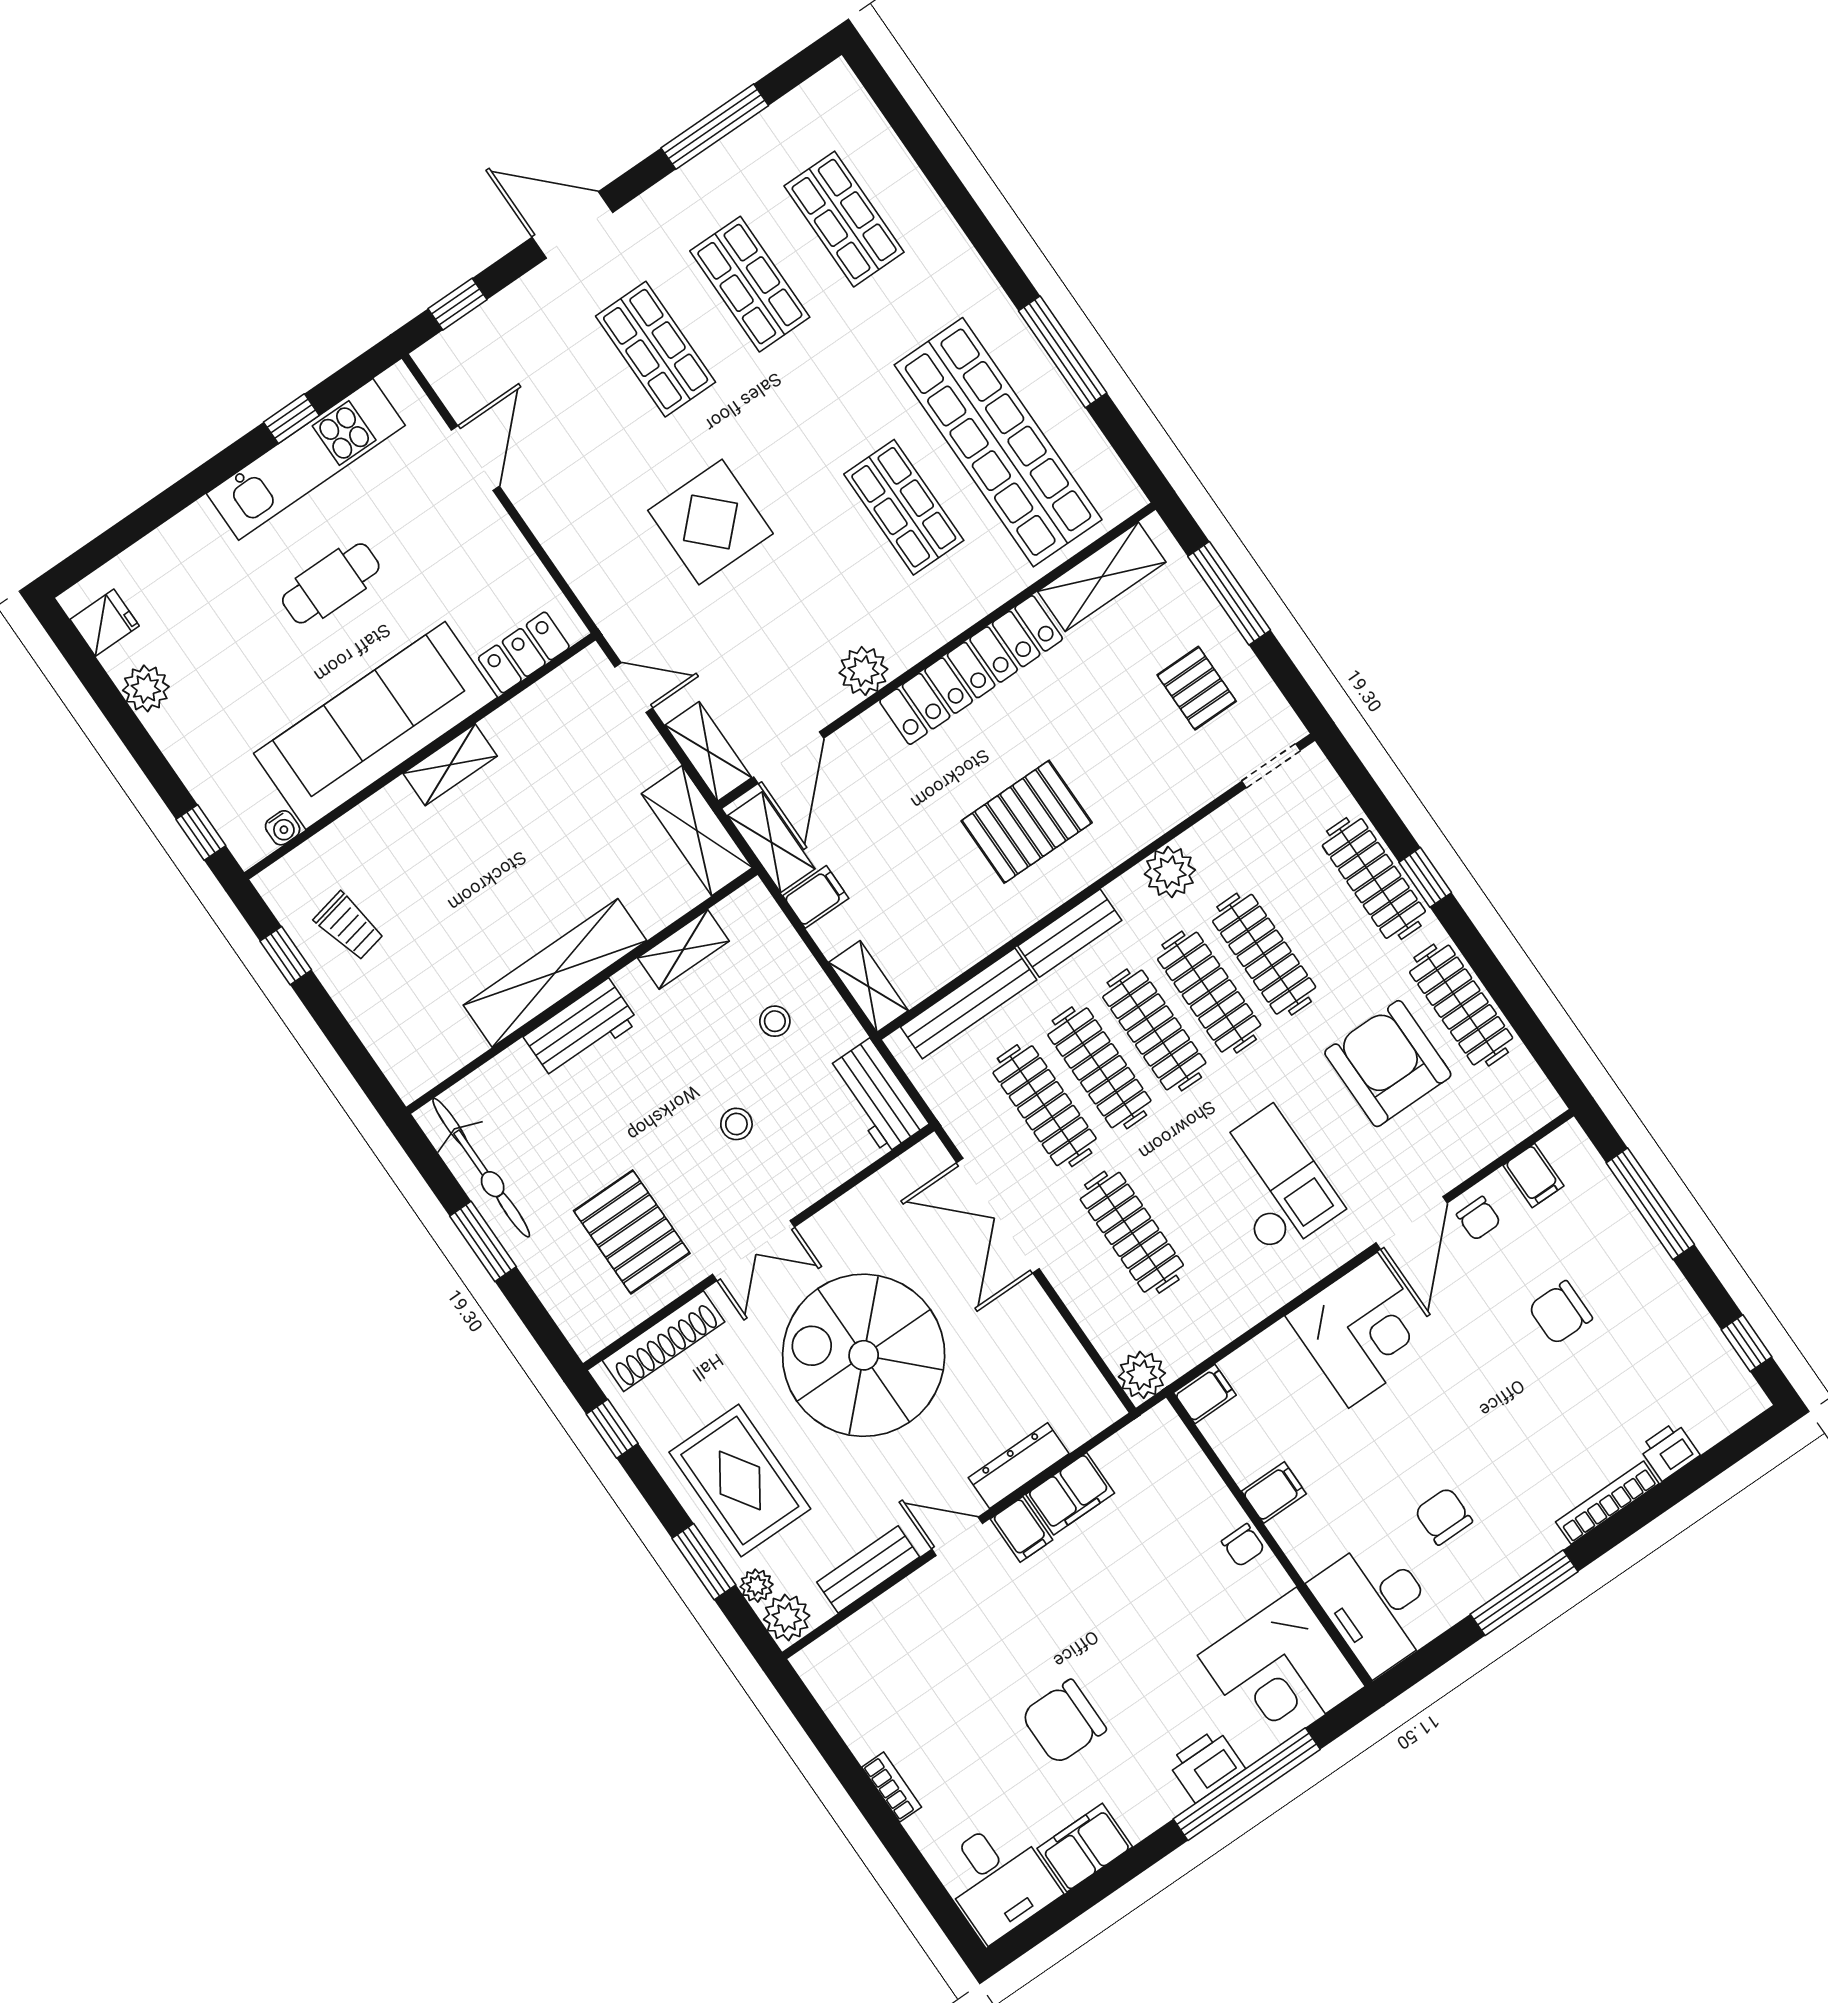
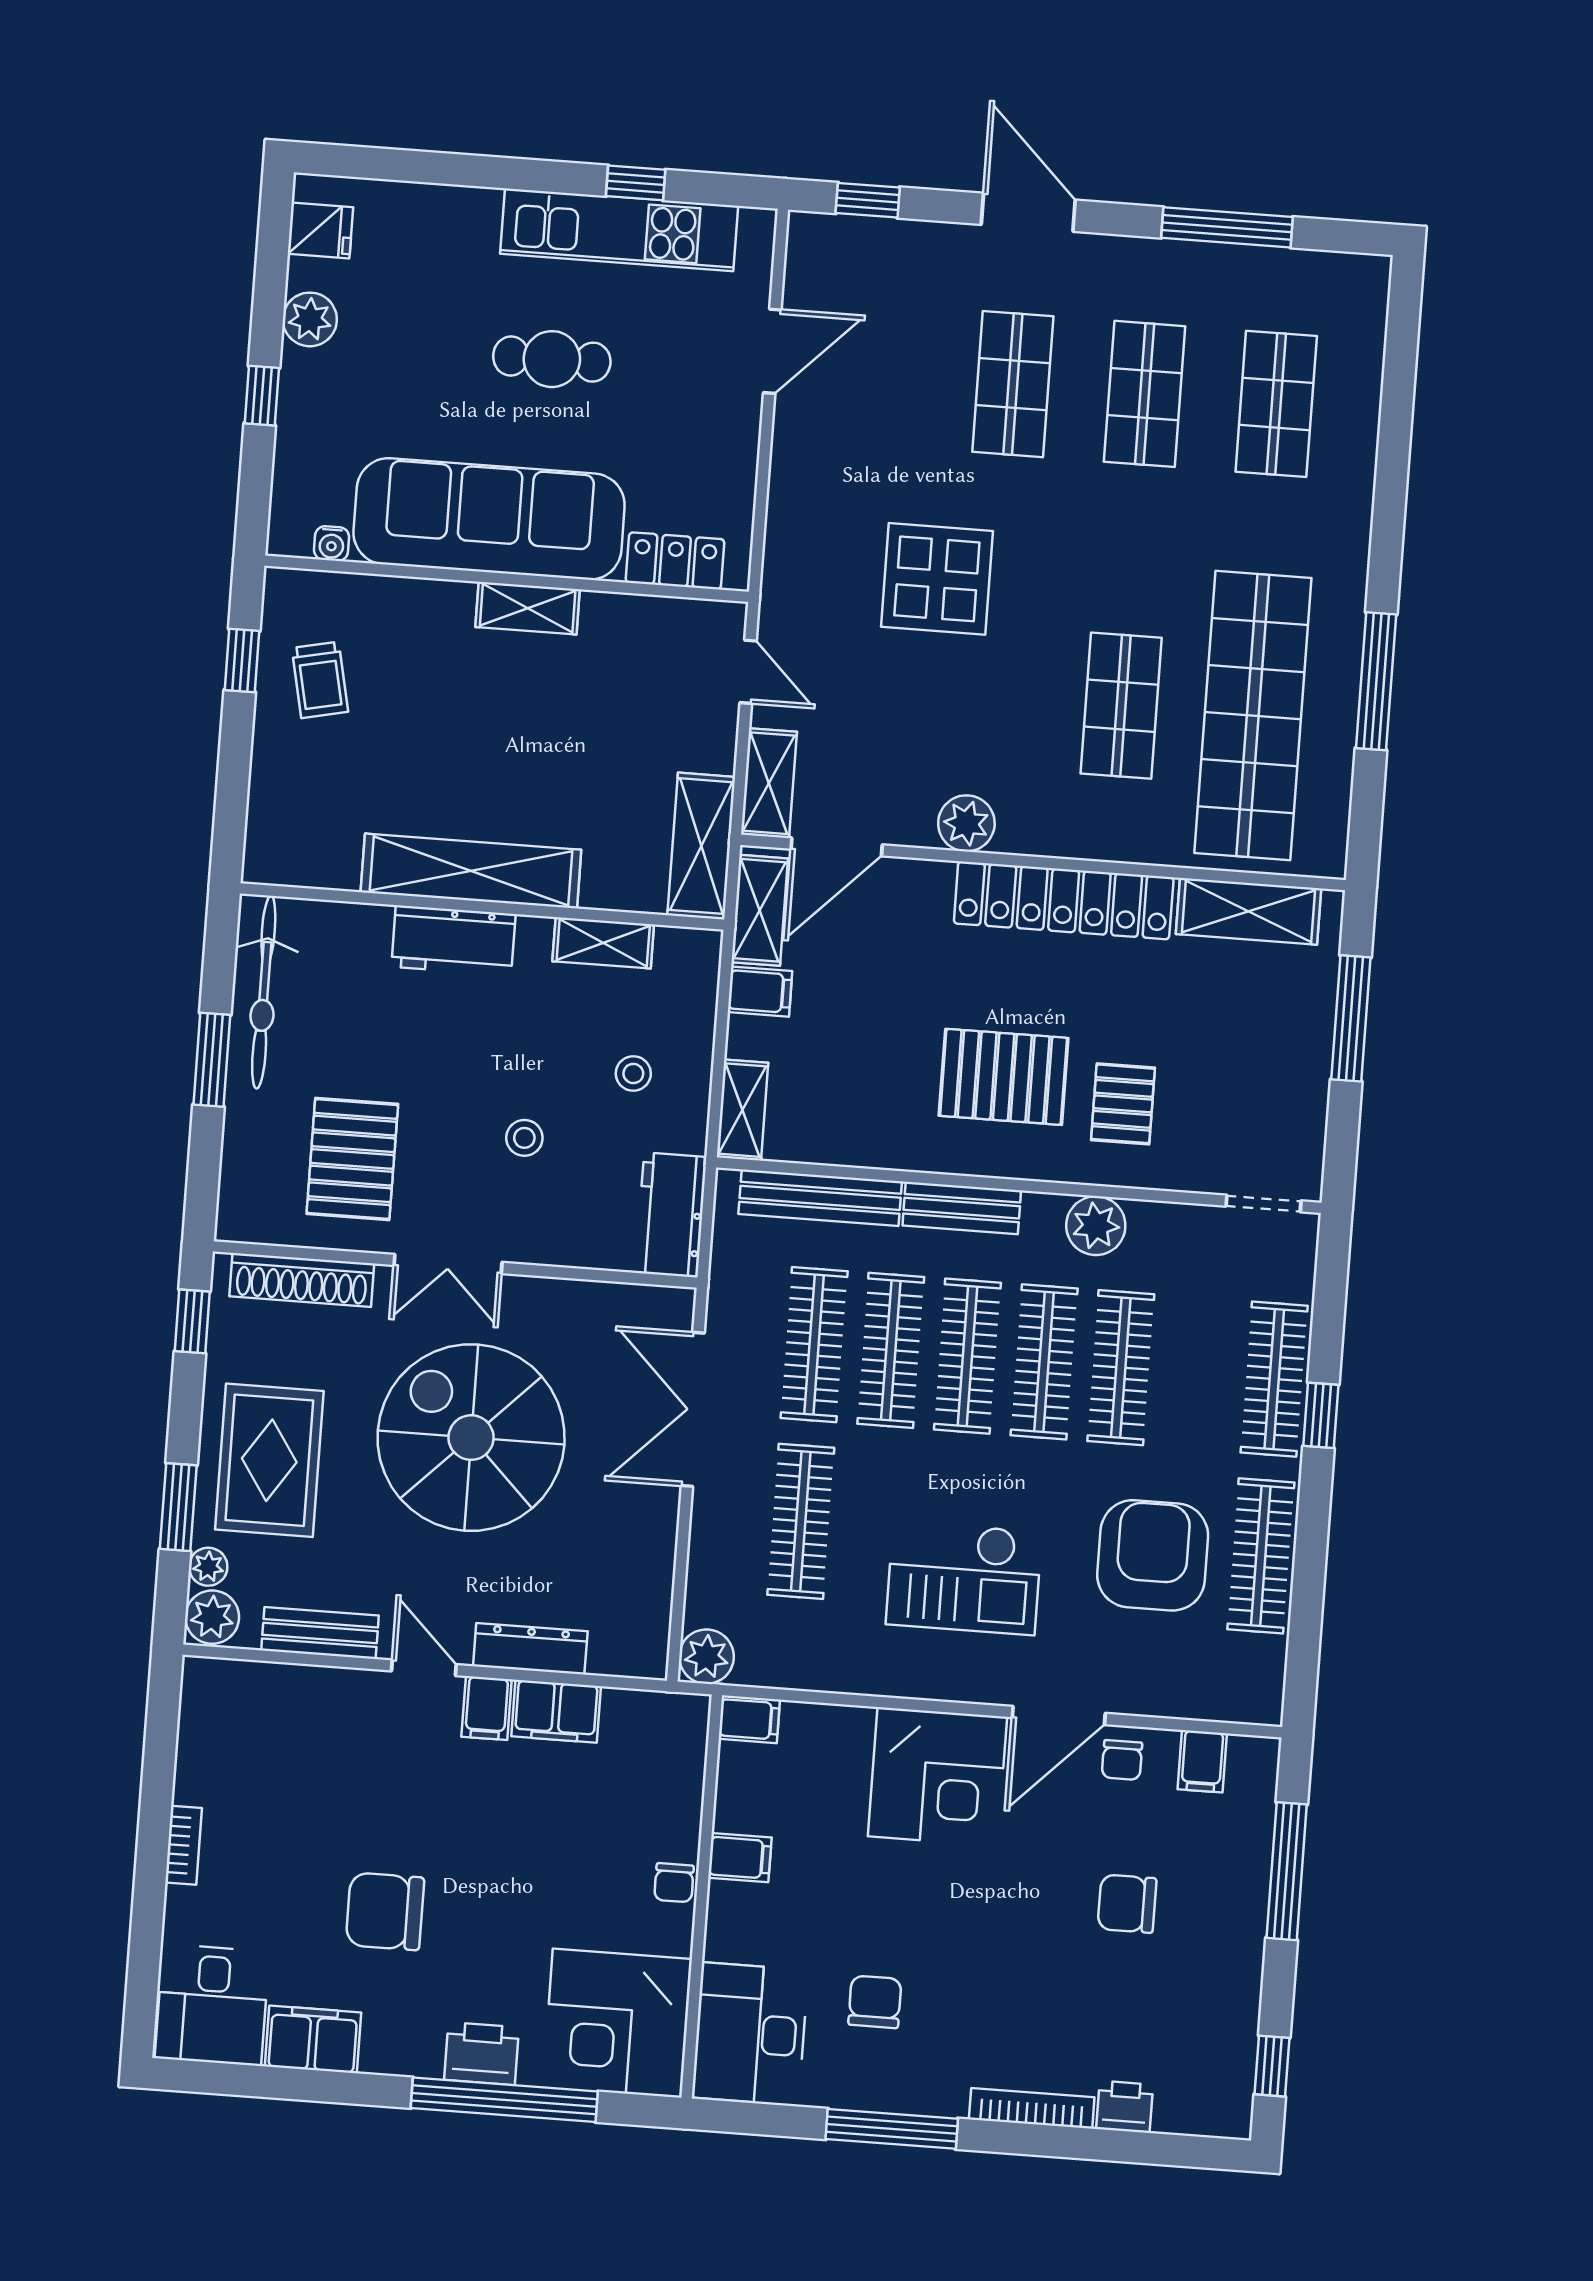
pallet: (1197, 688) -> (1123, 1104), moved
window: (201, 833) -> (262, 396), moved
checkout: (1273, 1181) -> (964, 1578), turned 90

